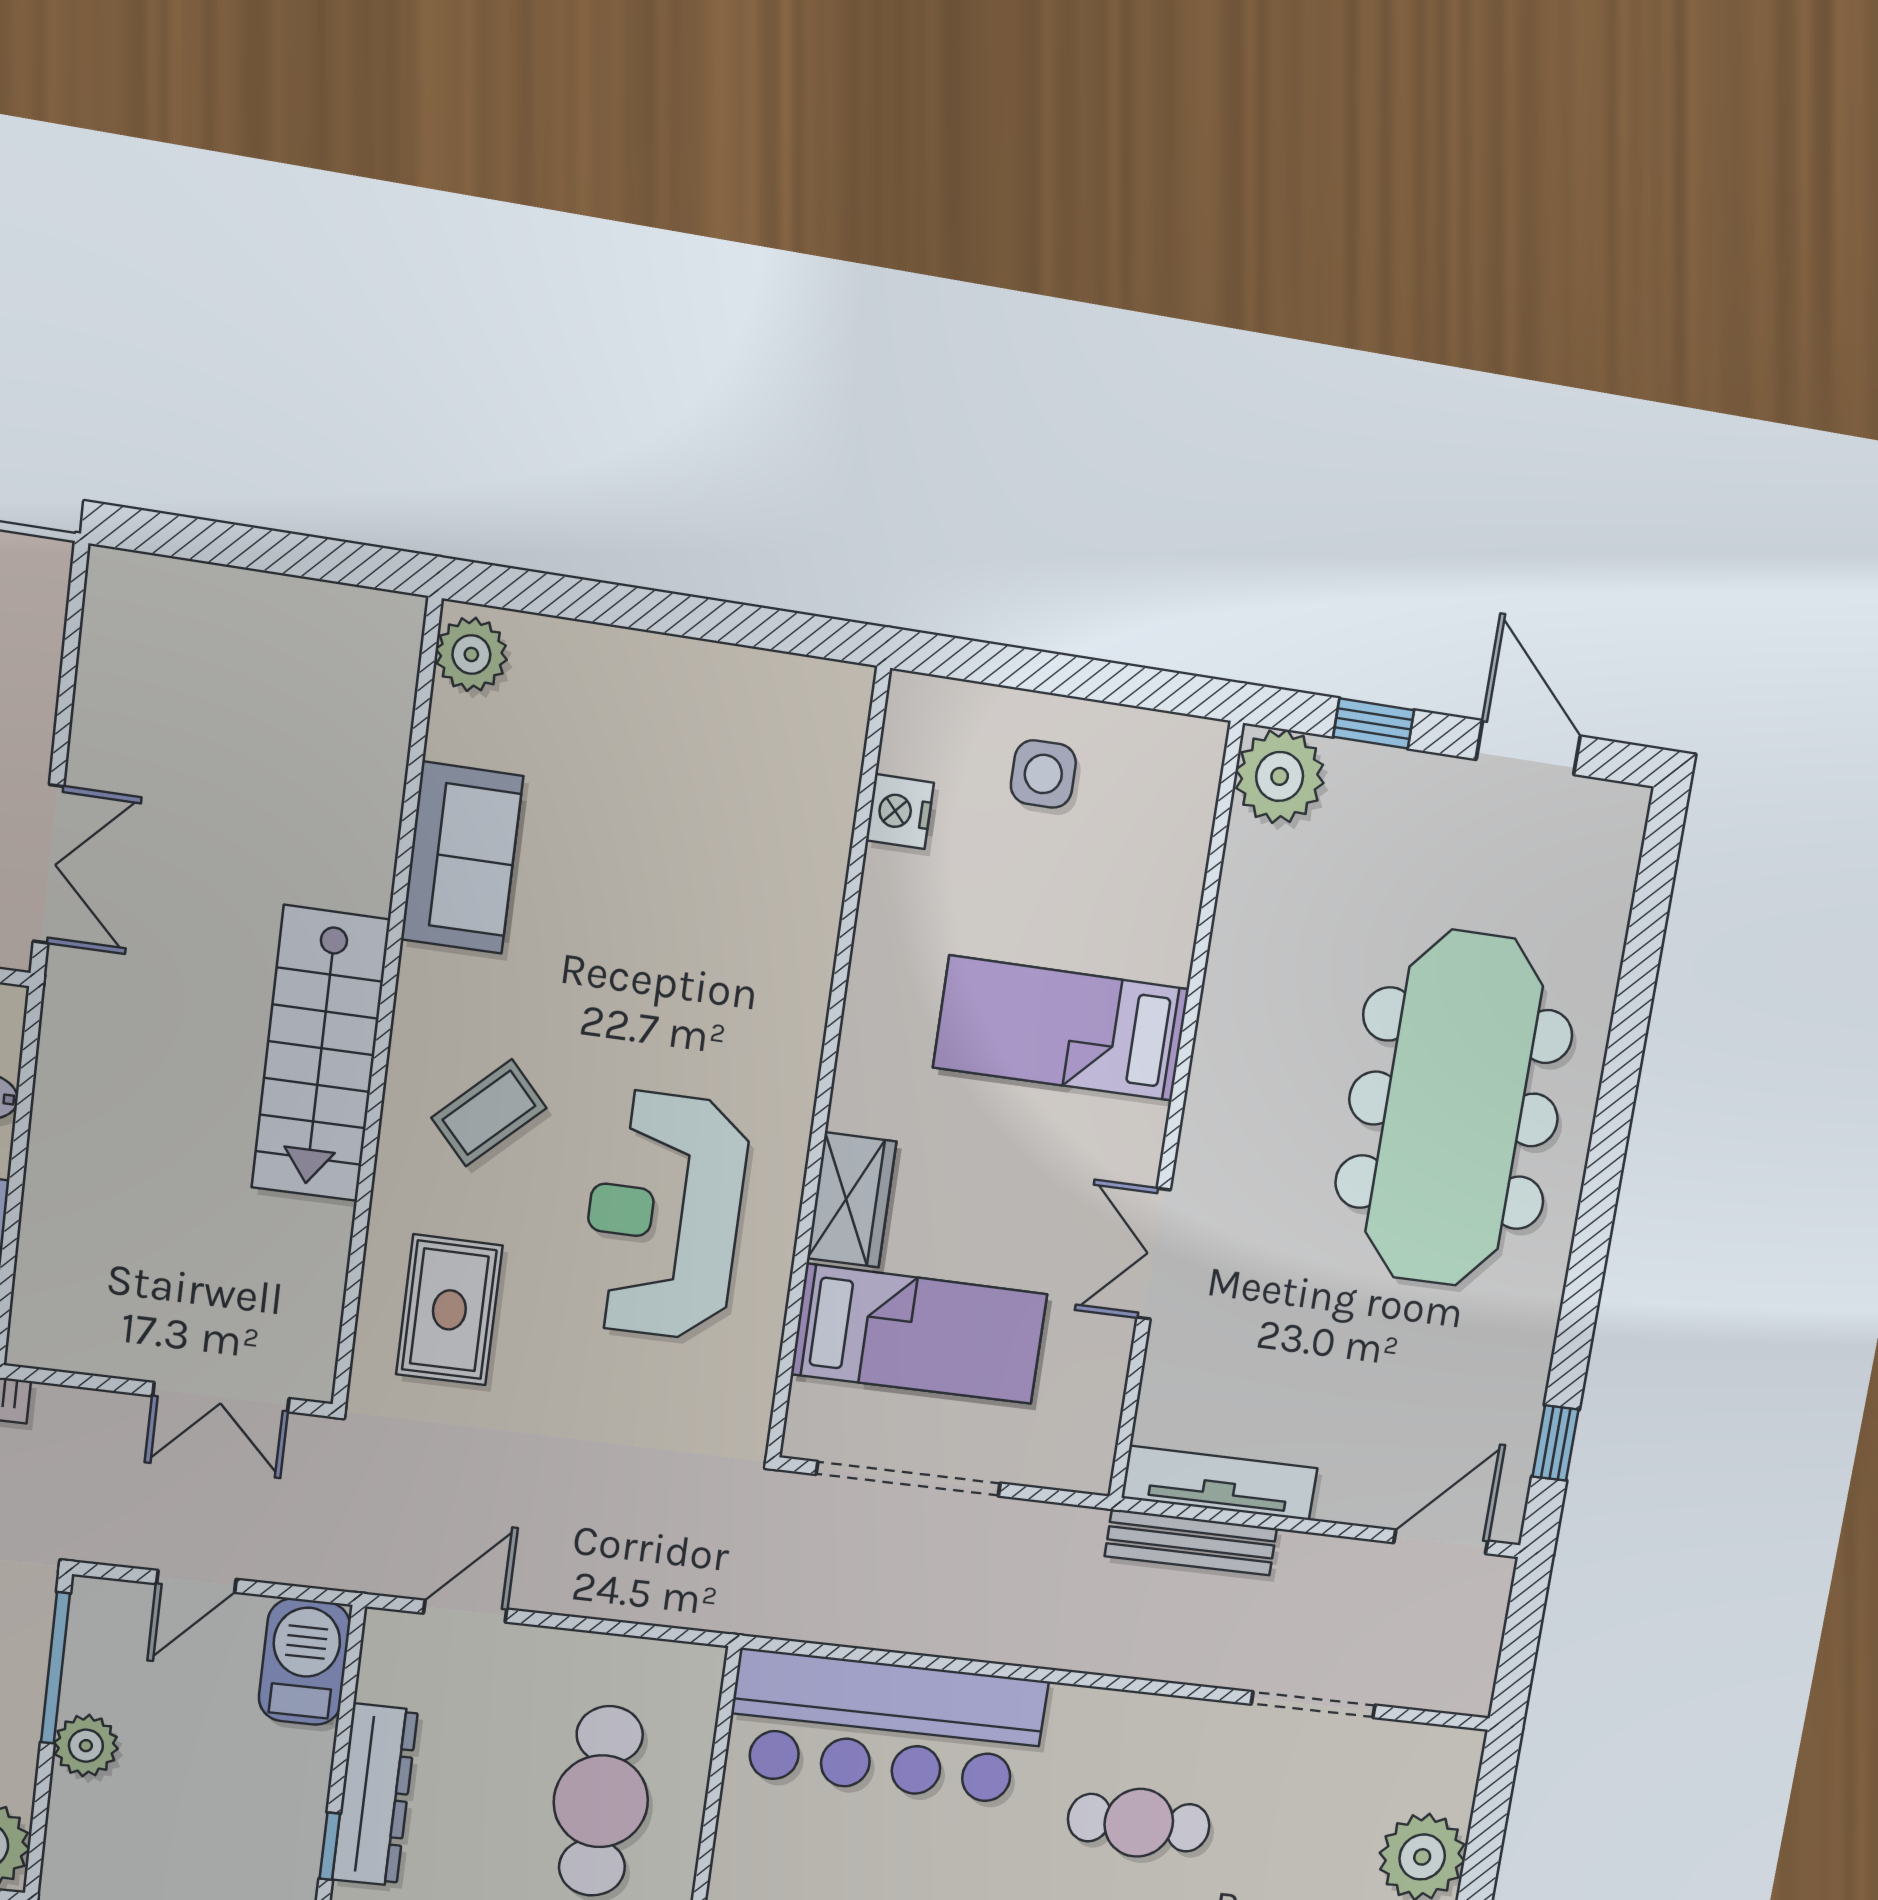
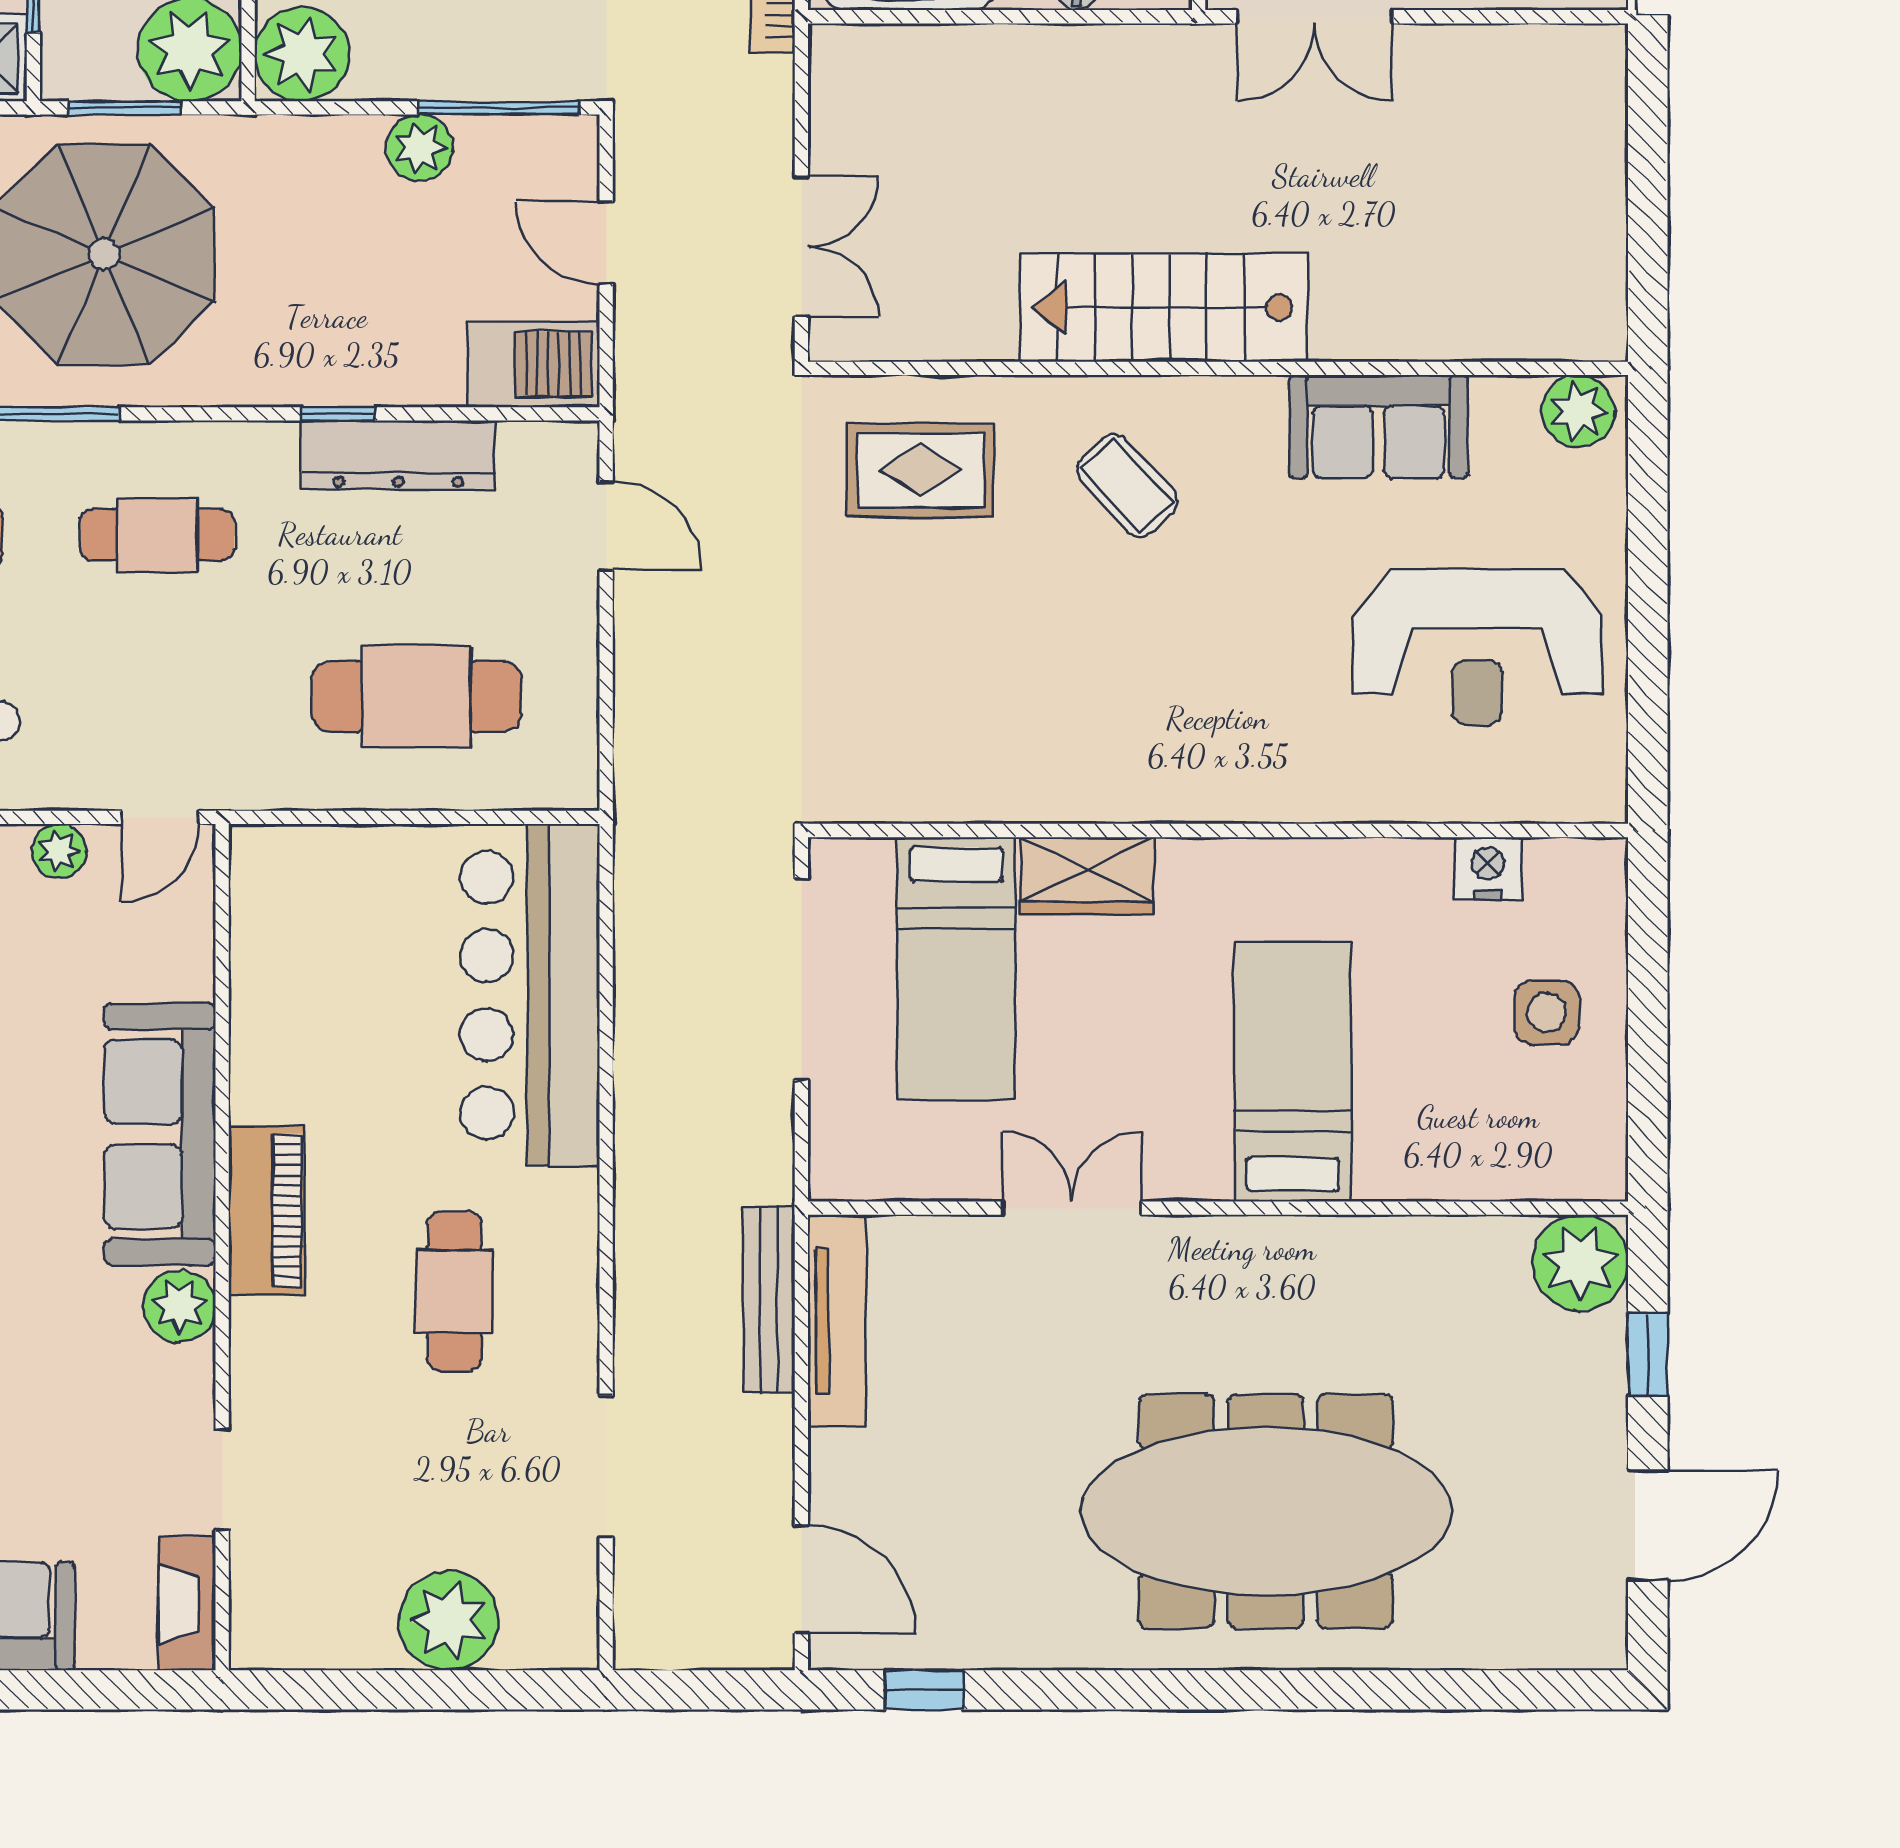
reception desk: (664, 1215) -> (1477, 647), moved, turned 180
double door: (221, 1397) -> (801, 246), swing flipped

